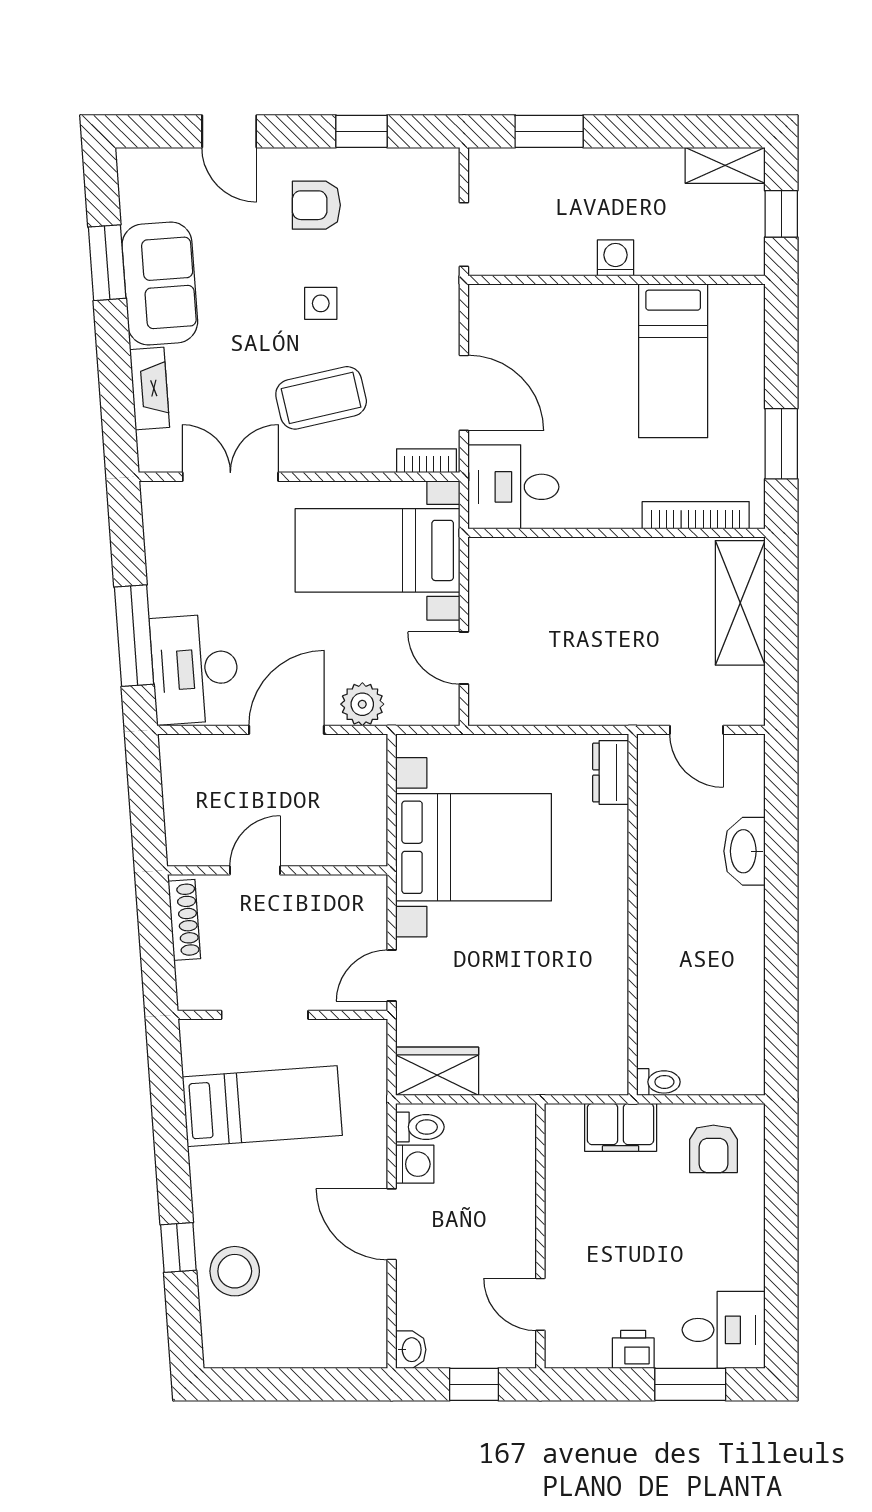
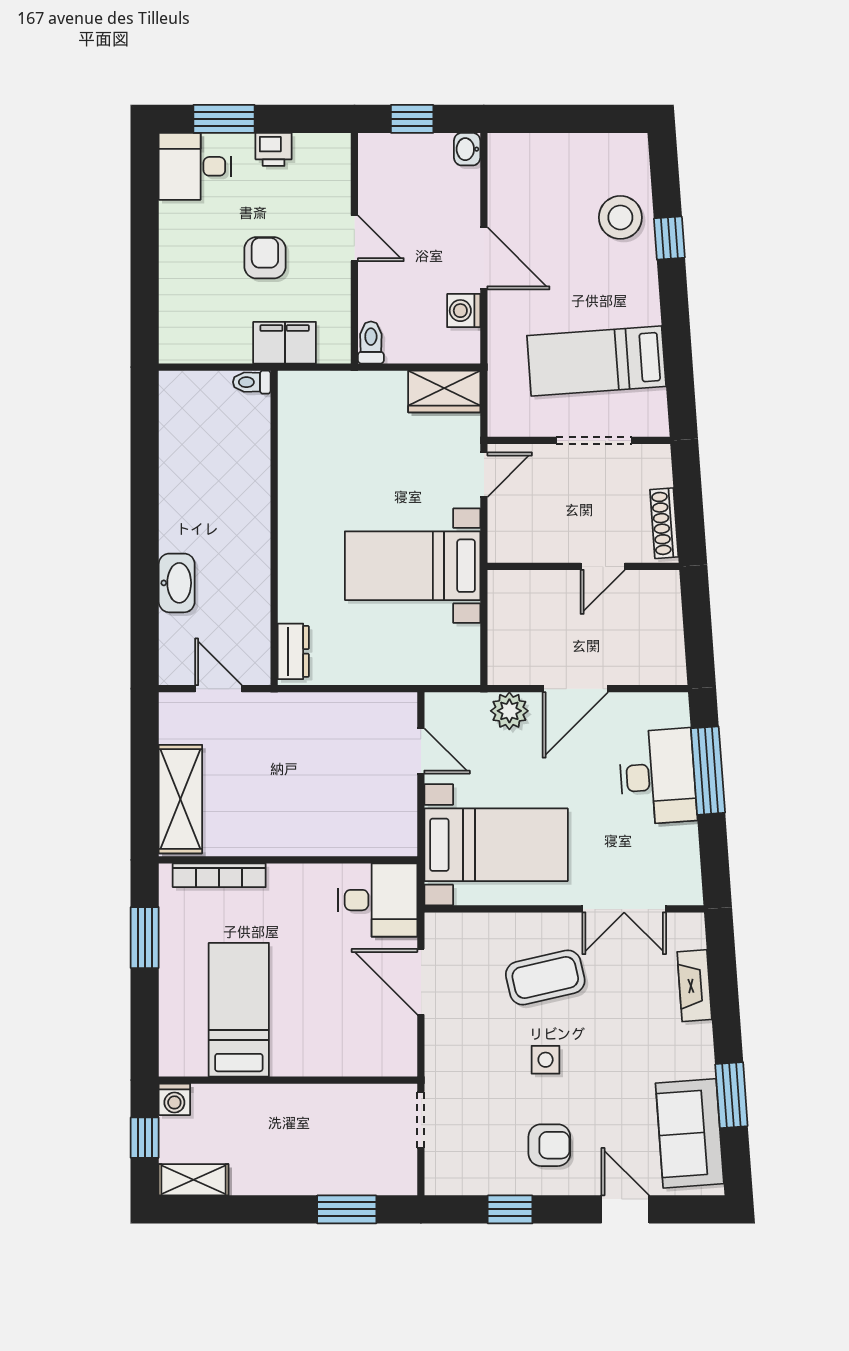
washing machine: (616, 258) -> (174, 1099), moved
sofa: (160, 284) -> (690, 1133), moved
bookcase: (426, 461) -> (454, 923), removed
desk: (195, 669) -> (658, 777), moved
bed with nightstands: (474, 847) -> (413, 566), width x0.73
toilet: (420, 1127) -> (371, 343), moved, turned 90
armchair: (713, 1149) -> (265, 258), moved
door: (540, 1304) -> (354, 238), moved

